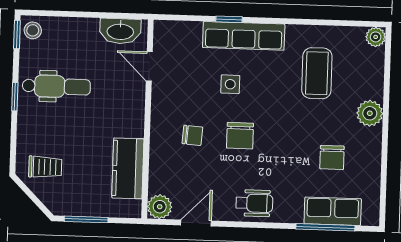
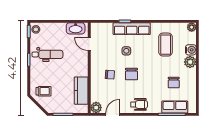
water cooler: (372, 87) -> (191, 50), added

